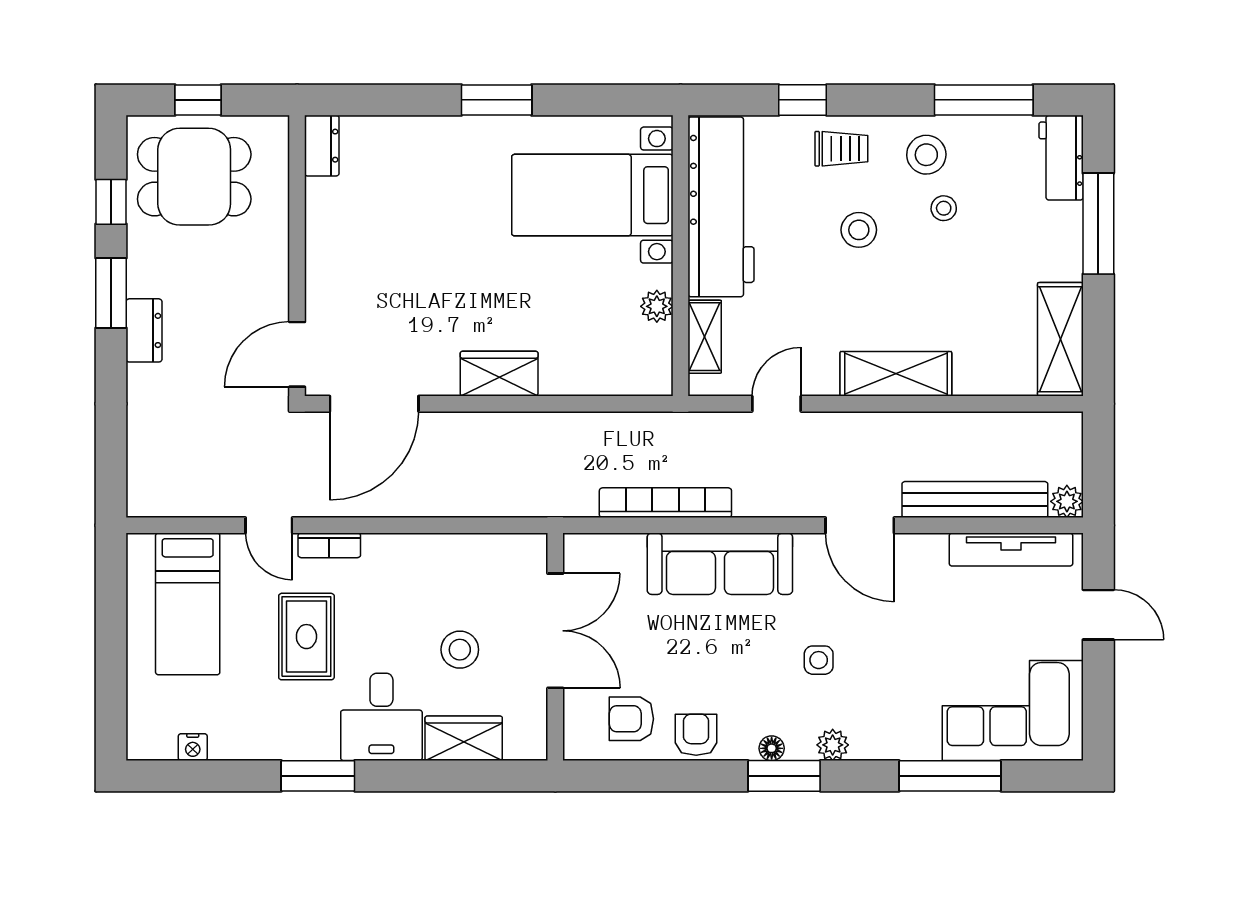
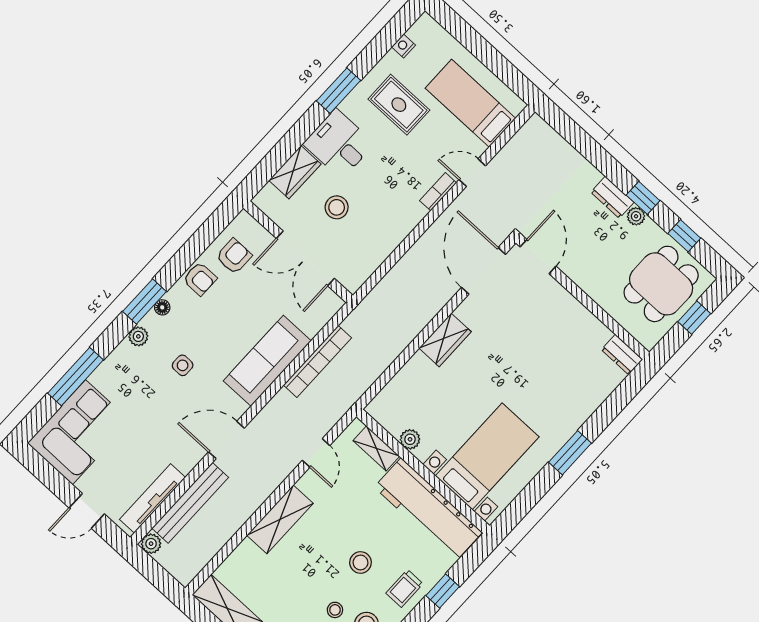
plant: (141, 281) -> (636, 216), added
window: (111, 293) -> (643, 198), width x0.67
rug: (306, 637) -> (399, 105), moved

